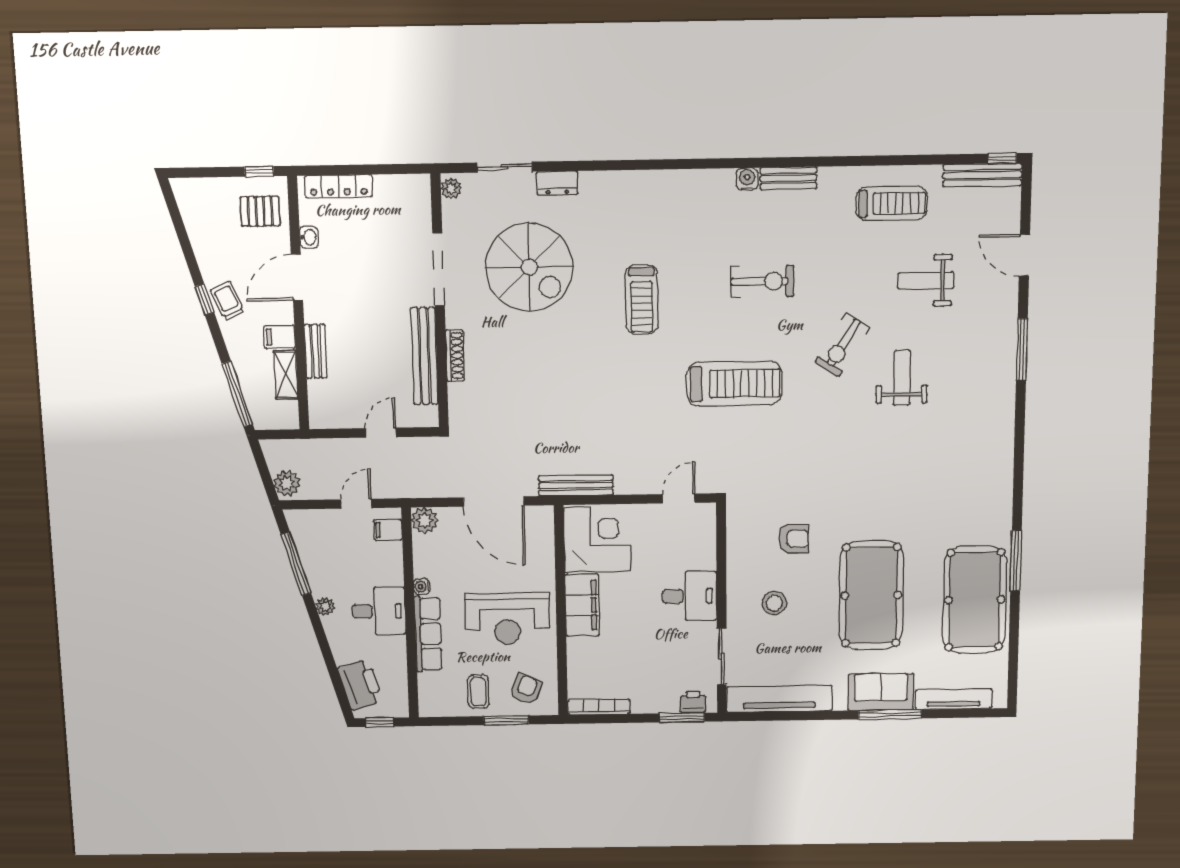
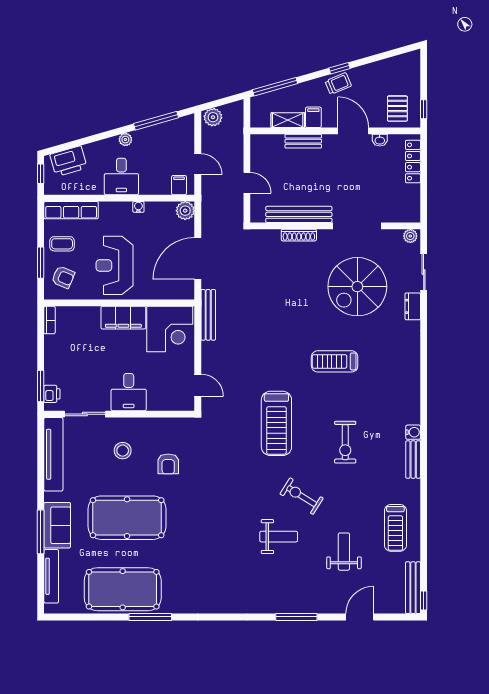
row of seats: (428, 634) -> (71, 210), moved
bookcase: (599, 707) -> (49, 320), width x0.64

